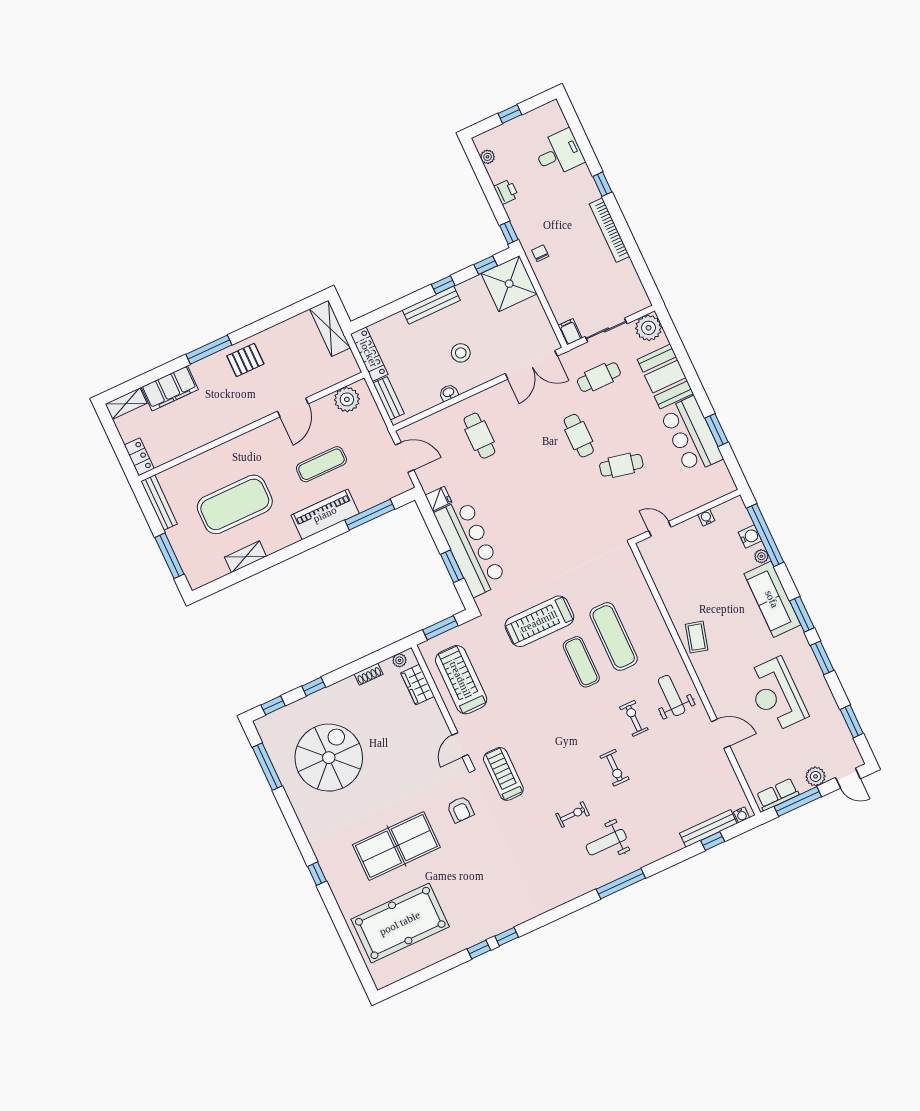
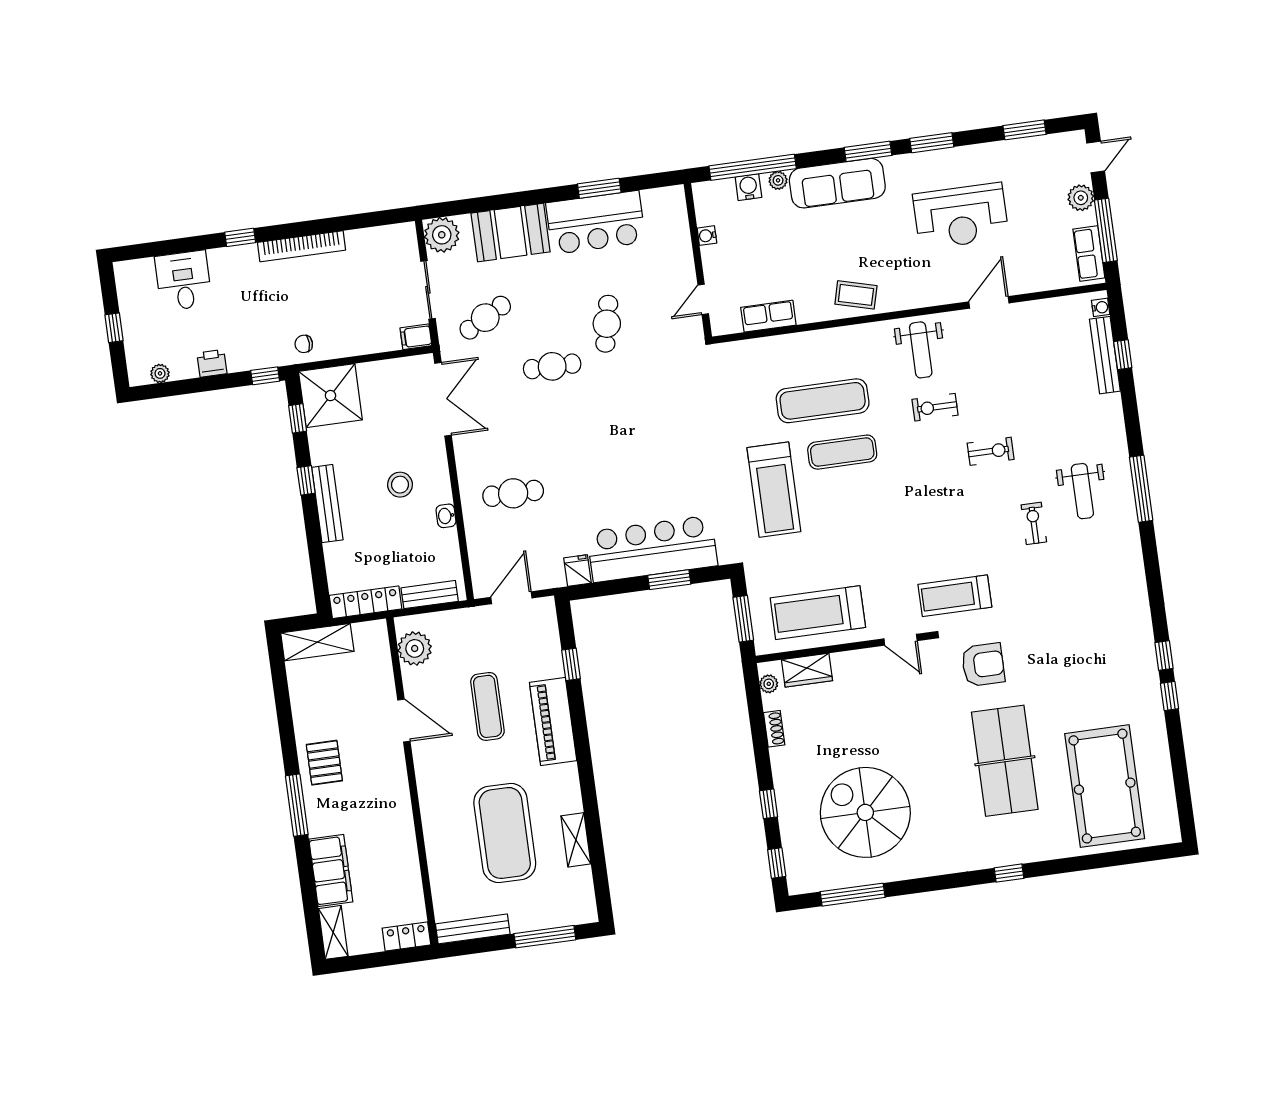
cafe table: (599, 377) -> (485, 318), turned 61
window: (370, 515) -> (571, 664), width x0.46
row of seats: (662, 579) -> (768, 316), added
weight bench: (672, 695) -> (921, 350), turned -90
armchair: (460, 809) -> (983, 665), width x1.38, depth x1.38

